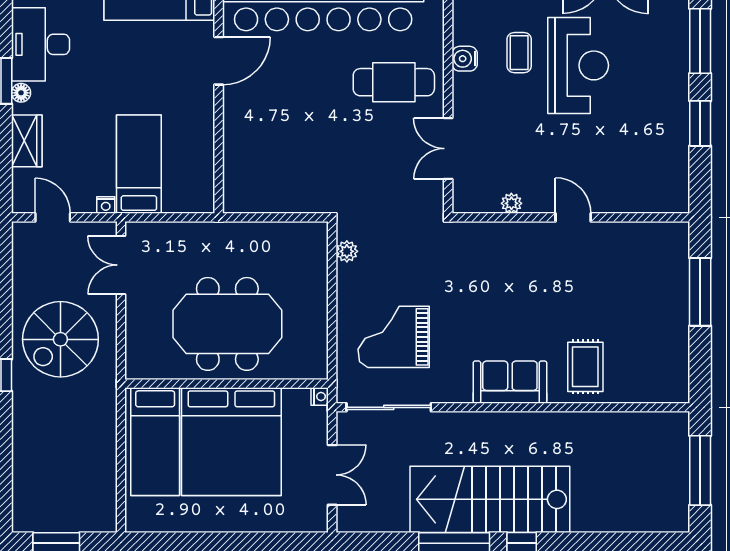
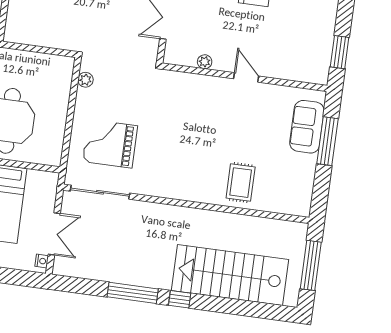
window: (700, 123) -> (340, 52), moved
sofa: (510, 382) -> (307, 127), moved, turned -90
nightstand: (320, 396) -> (42, 261), moved
stairs: (490, 499) -> (230, 275), moved

